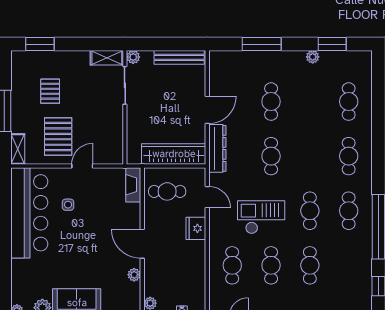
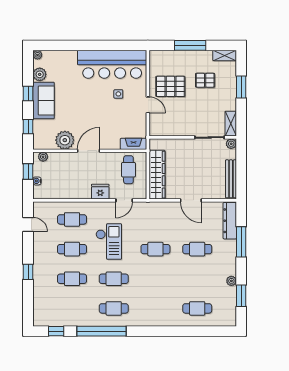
window: (40, 44) -> (241, 87), moved
dresser: (217, 148) -> (230, 221), moved, turned 90
shelving: (18, 149) -> (225, 56), moved
cafe table: (349, 156) -> (155, 308), removed
plant: (134, 275) -> (65, 140), width x1.88, depth x1.88

